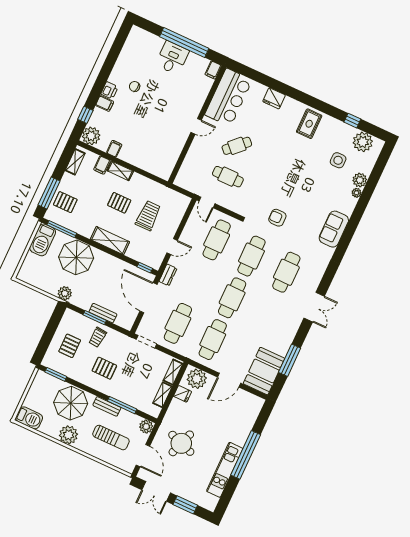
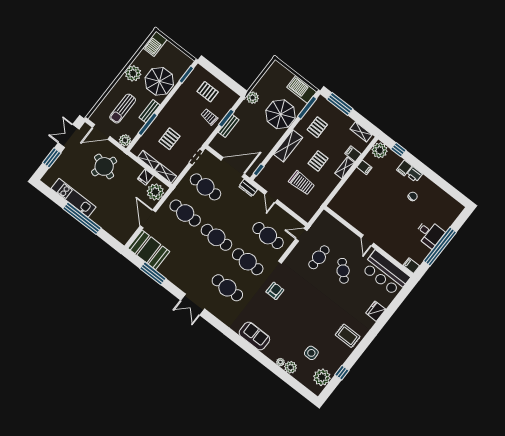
pallet: (65, 202) -> (317, 127), moved
pallet: (104, 368) -> (169, 139), moved

